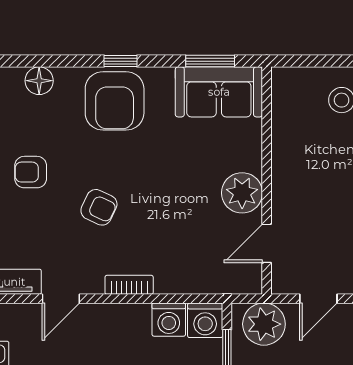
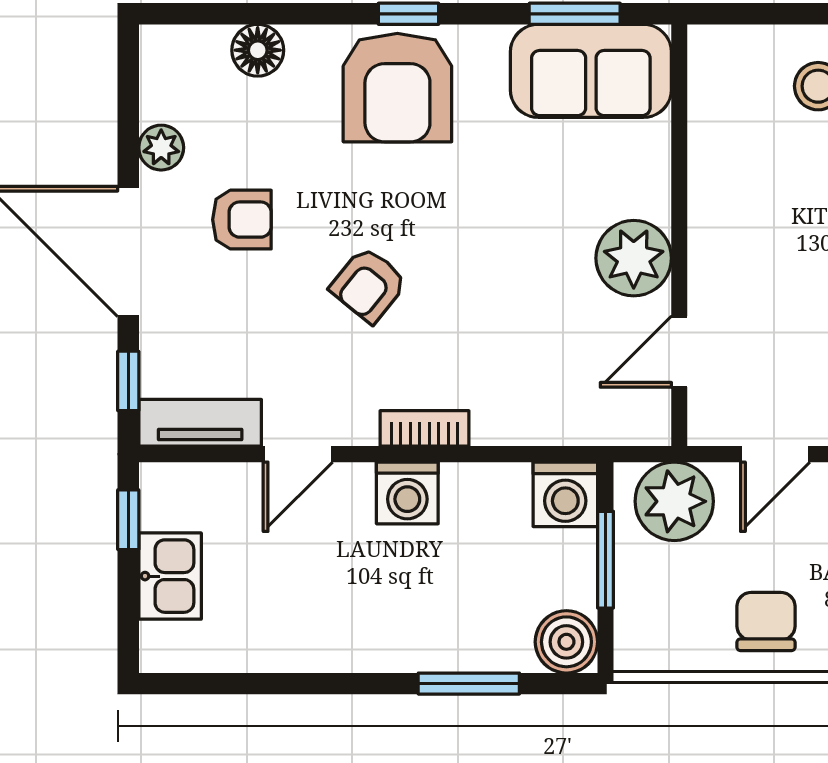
armchair: (31, 172) -> (242, 220), turned 180
armchair: (99, 207) -> (369, 285), turned 104
washing machine: (169, 320) -> (407, 493), moved

